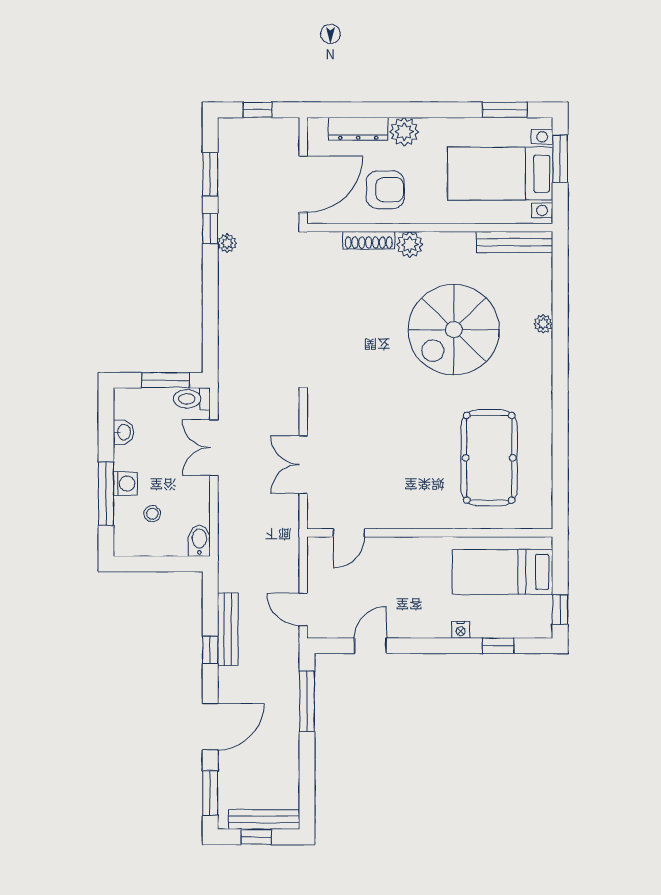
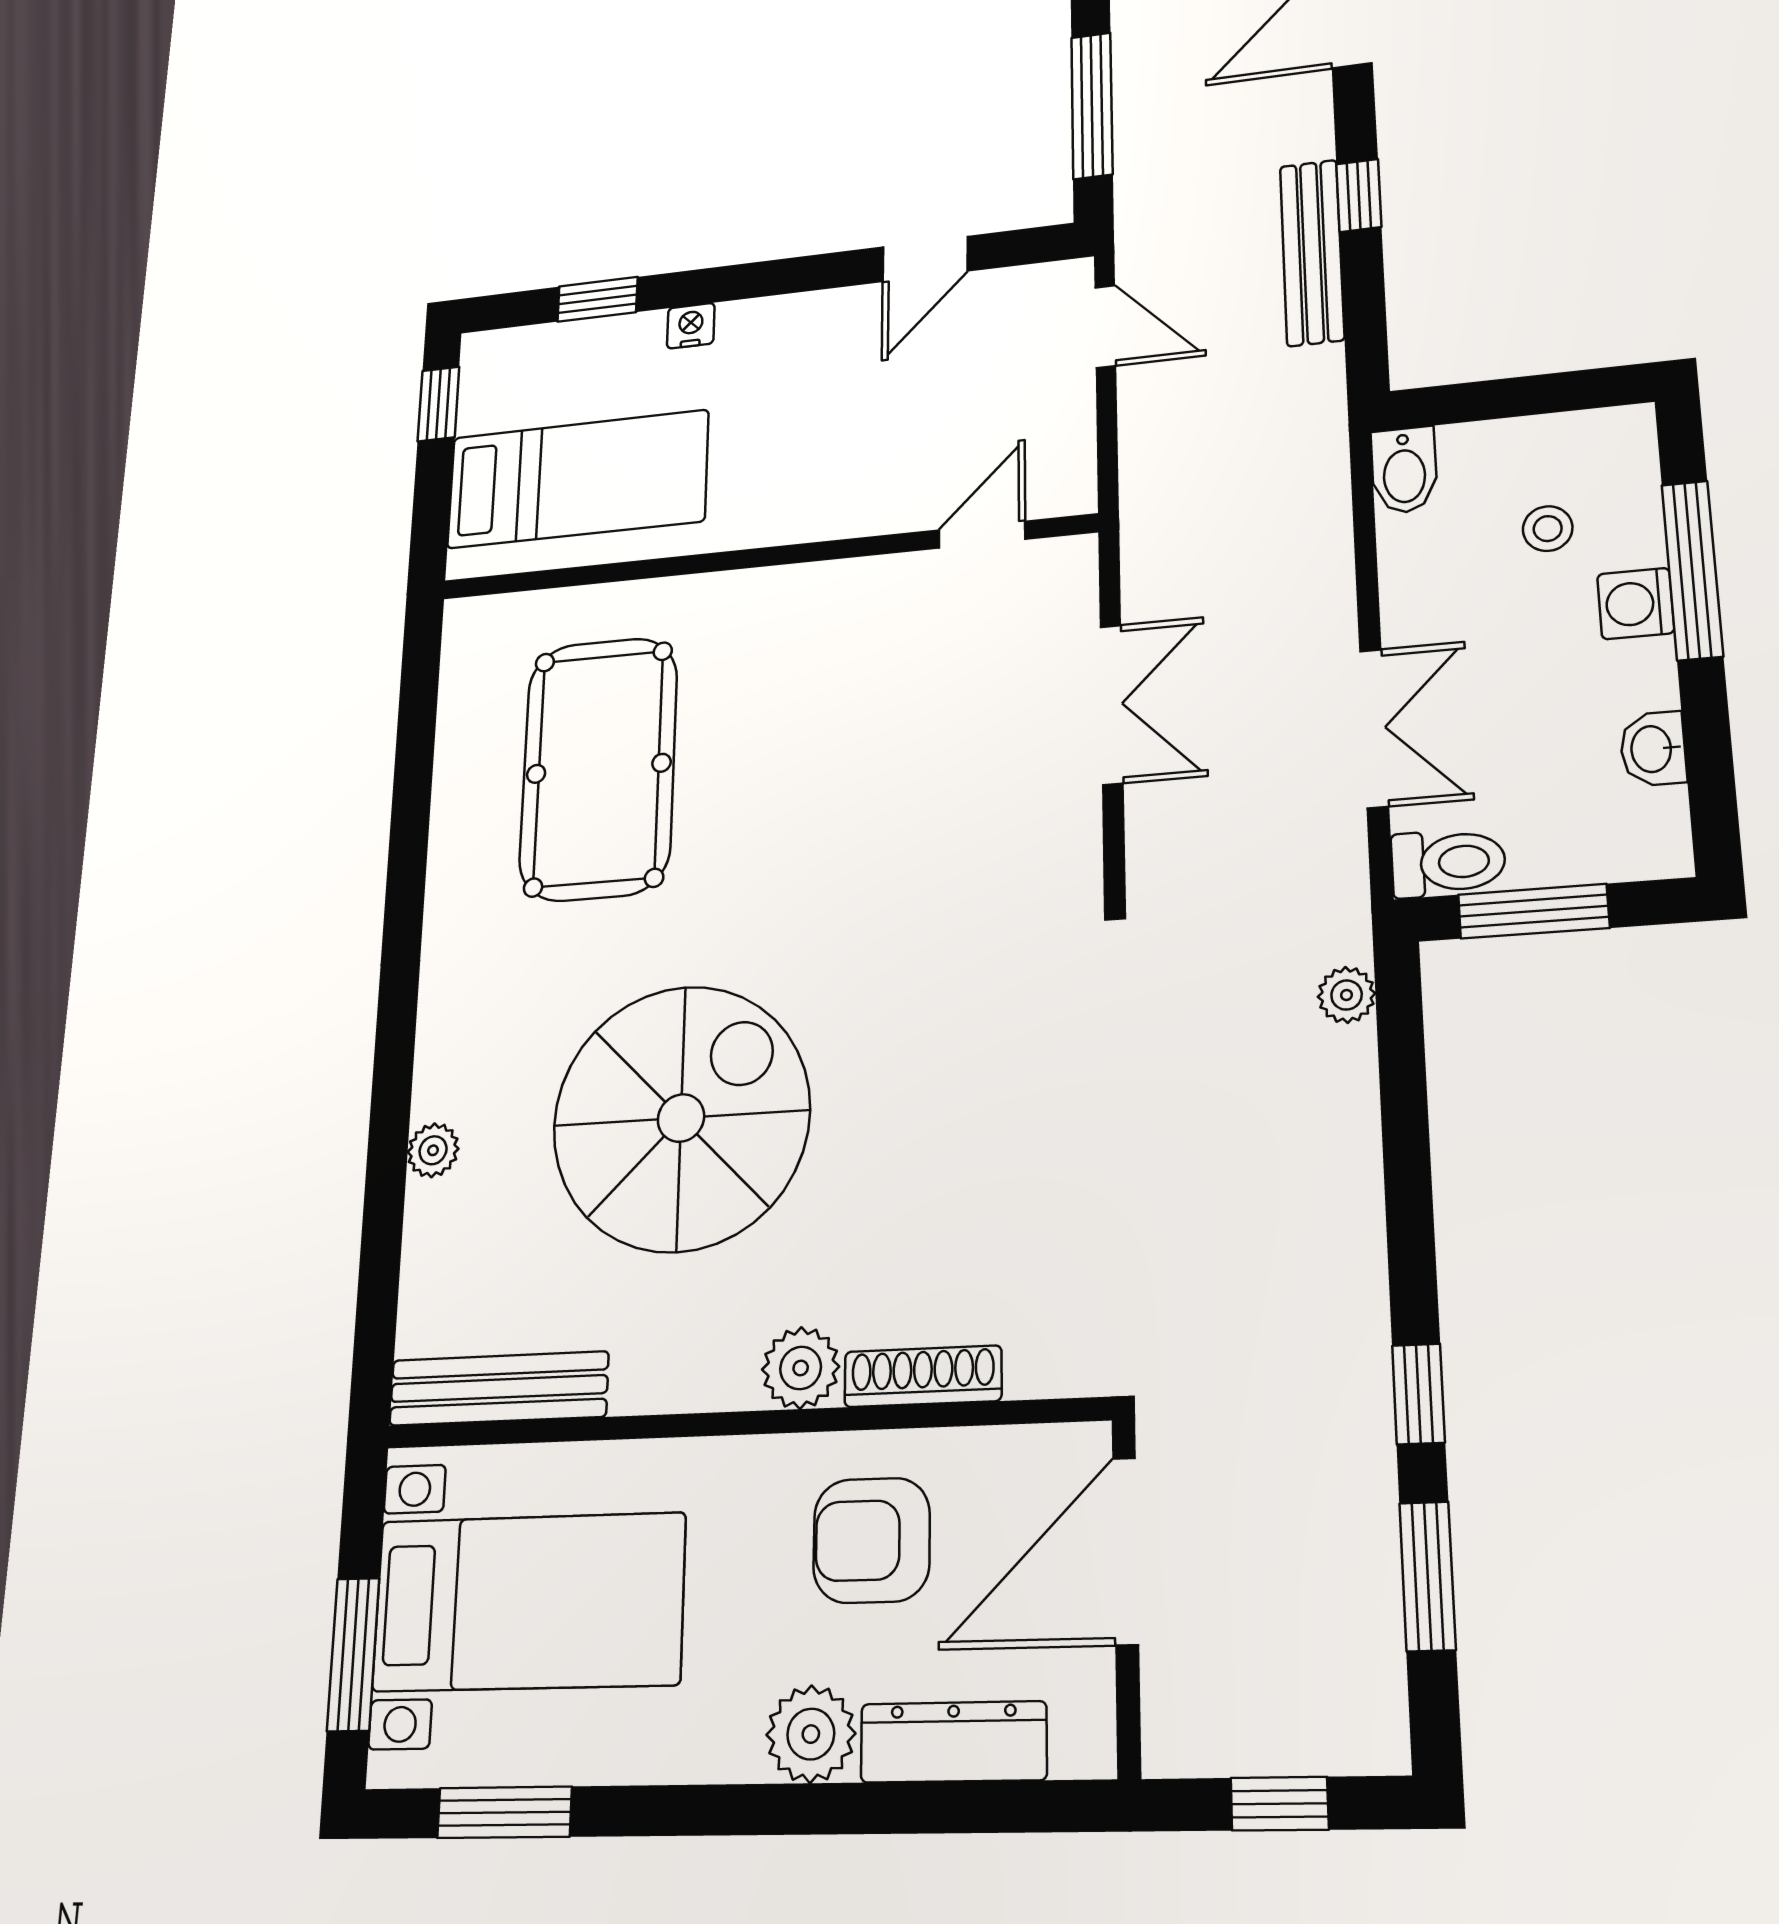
plant: (227, 243) -> (1347, 995), moved

